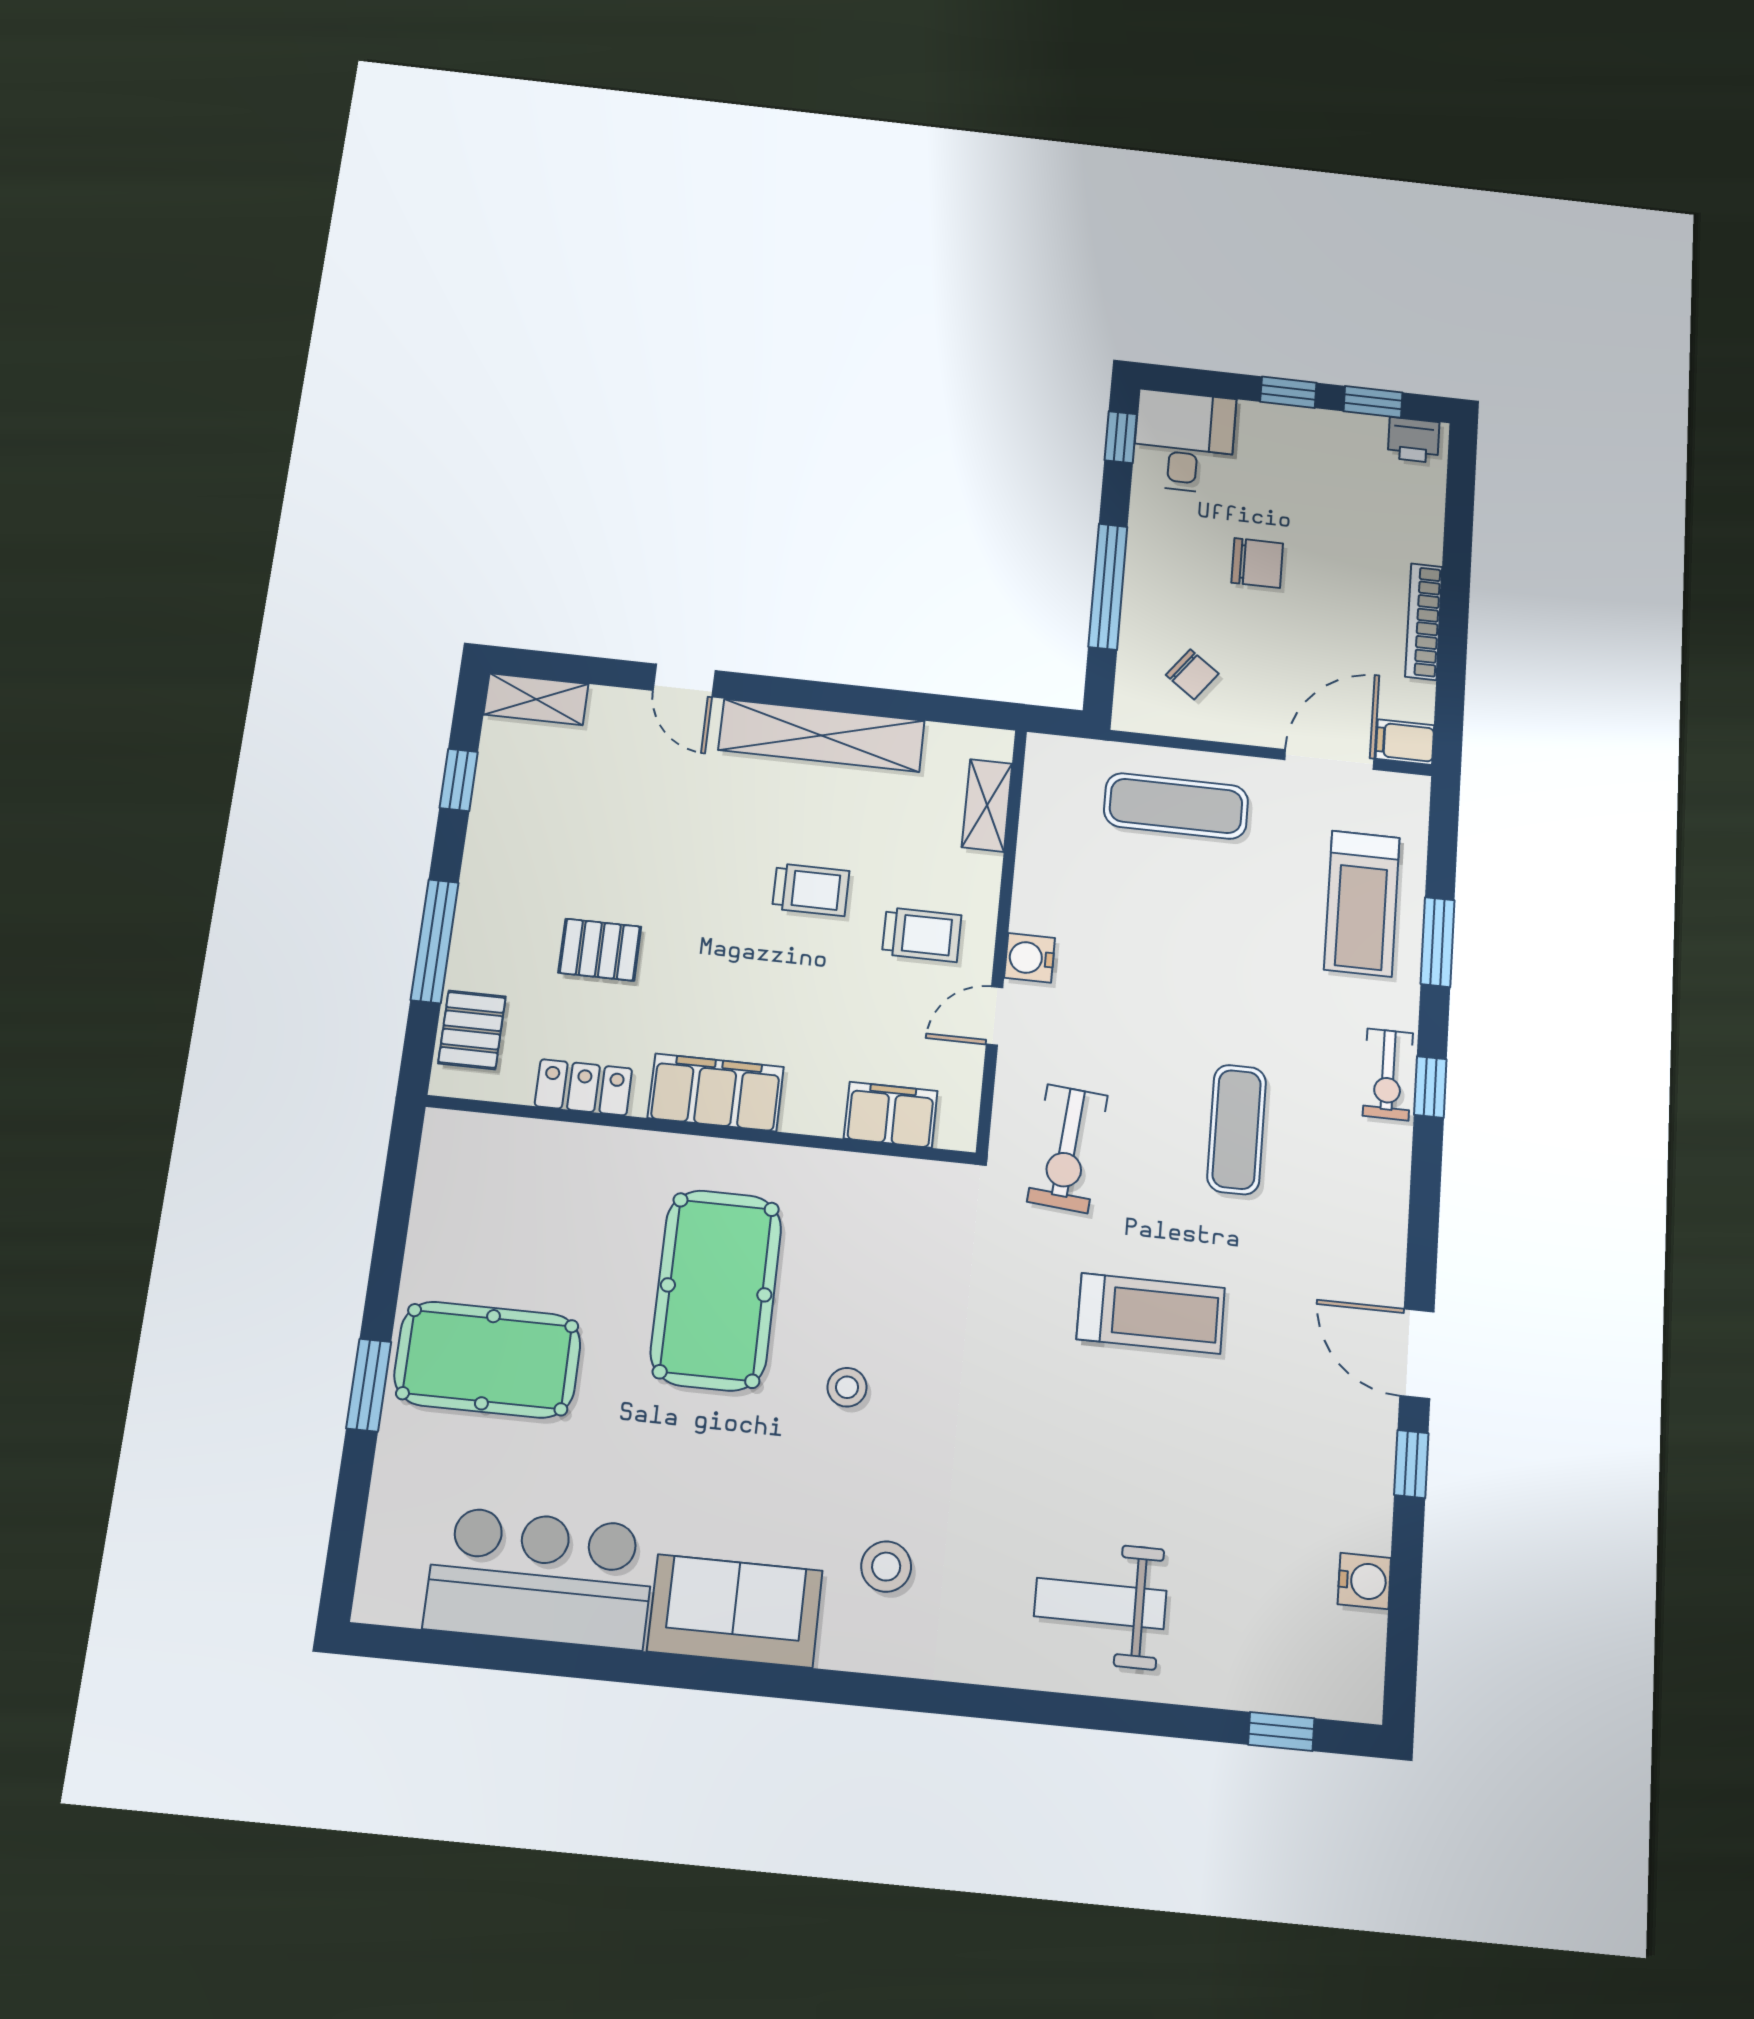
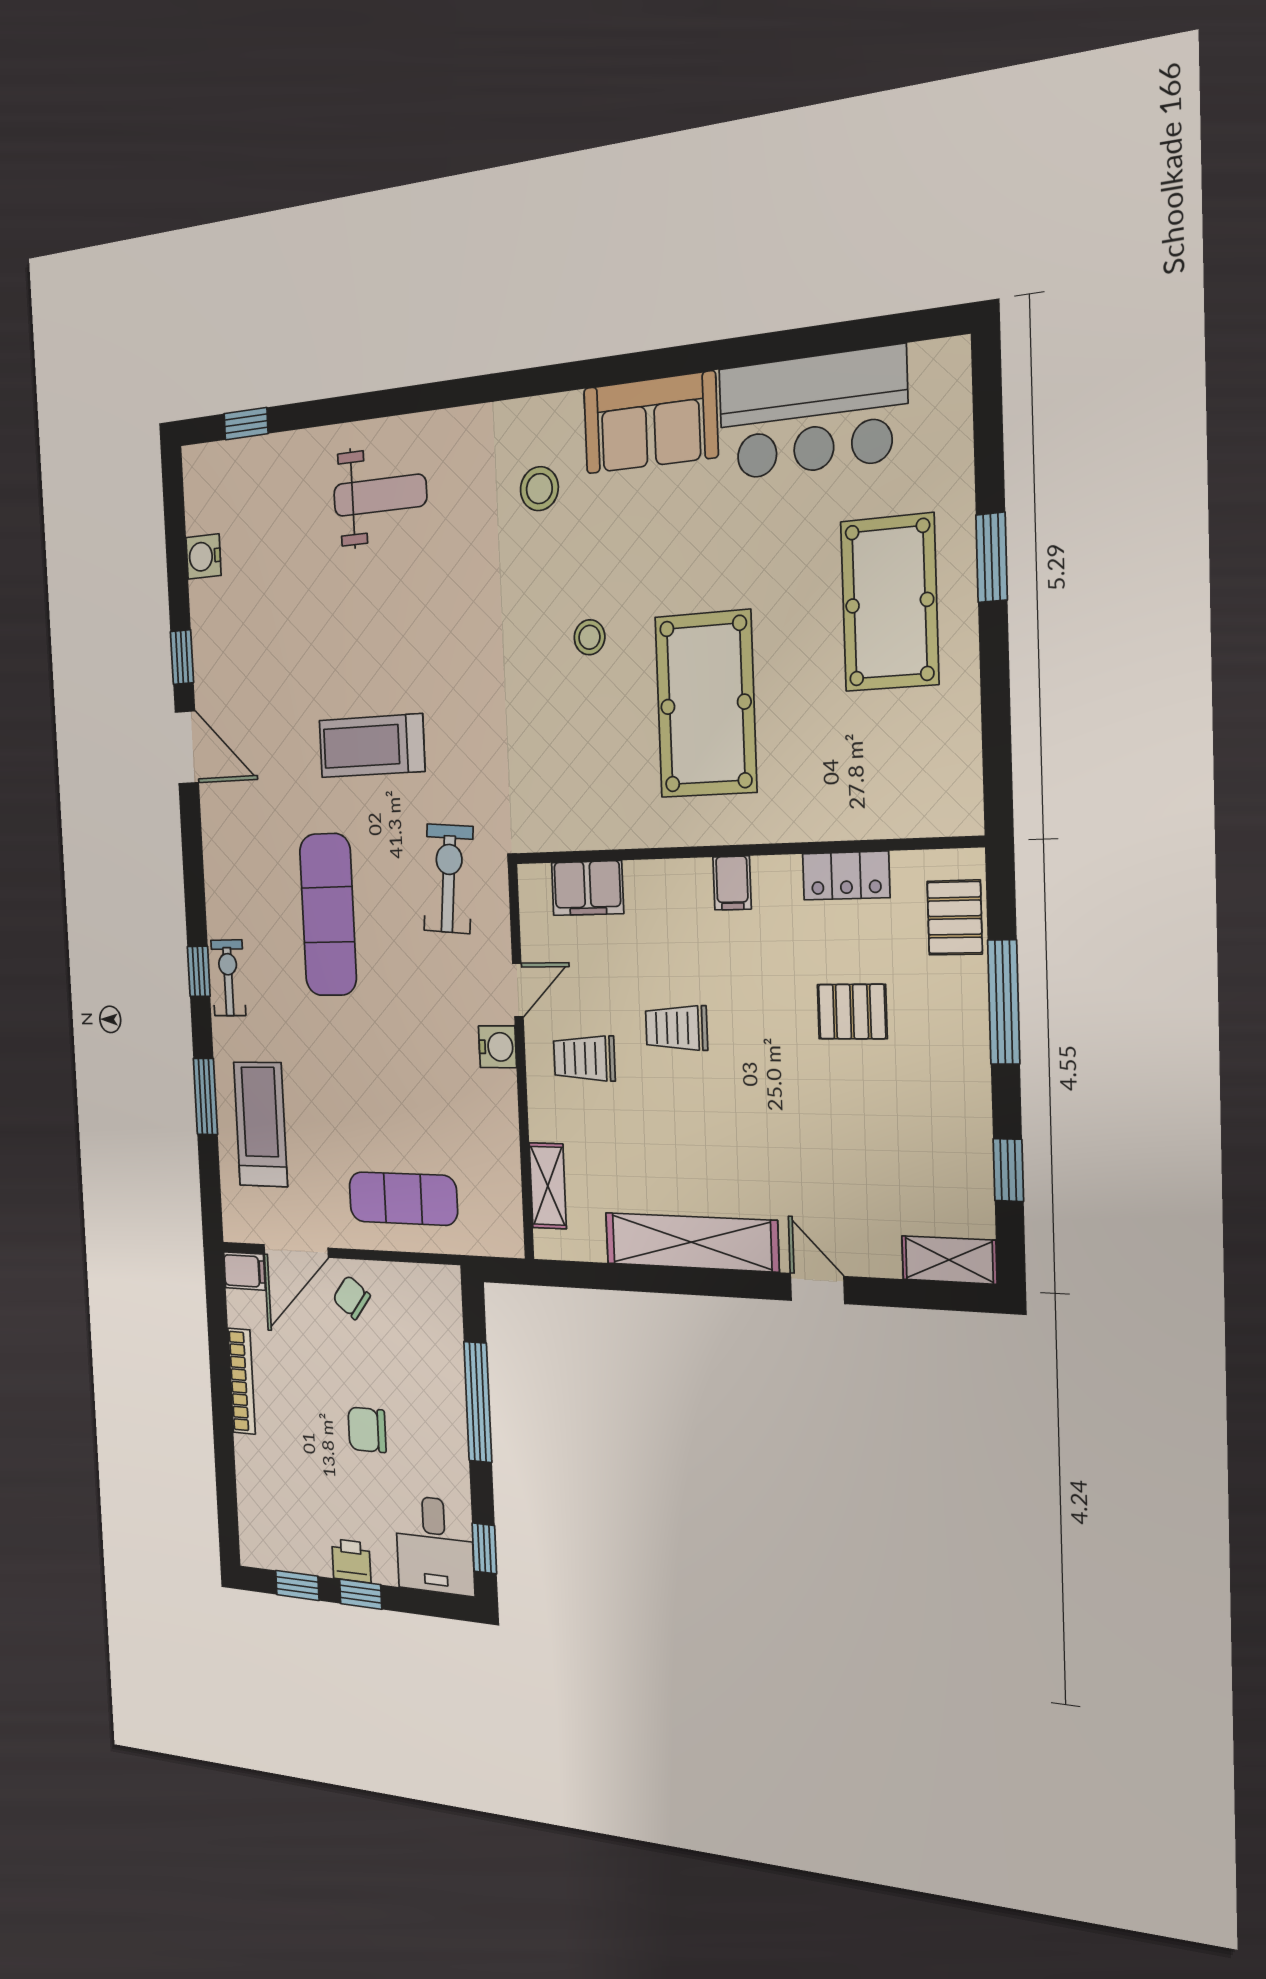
printer: (1414, 440) -> (351, 1561), moved
chair: (1192, 674) -> (351, 1297), moved
trolley: (811, 890) -> (676, 1028), moved
filing cabinet: (716, 1092) -> (732, 883), width x0.33, depth x0.86
exercise mat: (1237, 1129) -> (328, 915), width x1.36, depth x1.45
pool table: (487, 1360) -> (890, 603), turned 90

